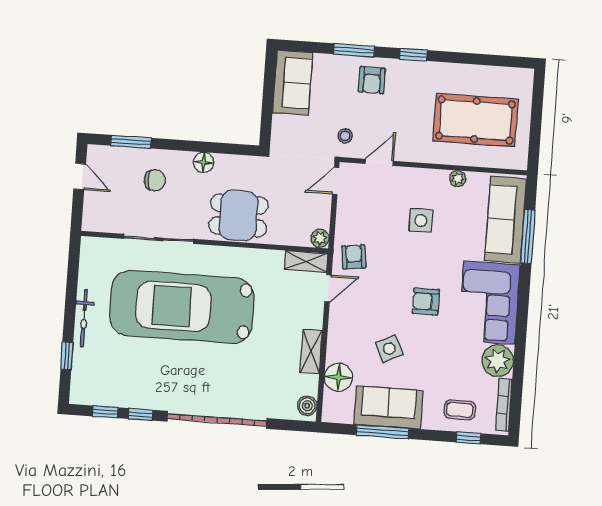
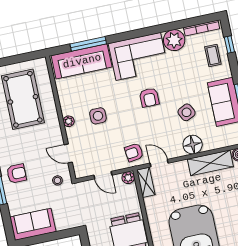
plant: (458, 179) -> (69, 121), moved
door: (336, 181) -> (103, 175), moved
shelving: (311, 351) -> (210, 163), width x1.50, depth x1.33
floor lamp: (338, 377) -> (193, 145), moved

